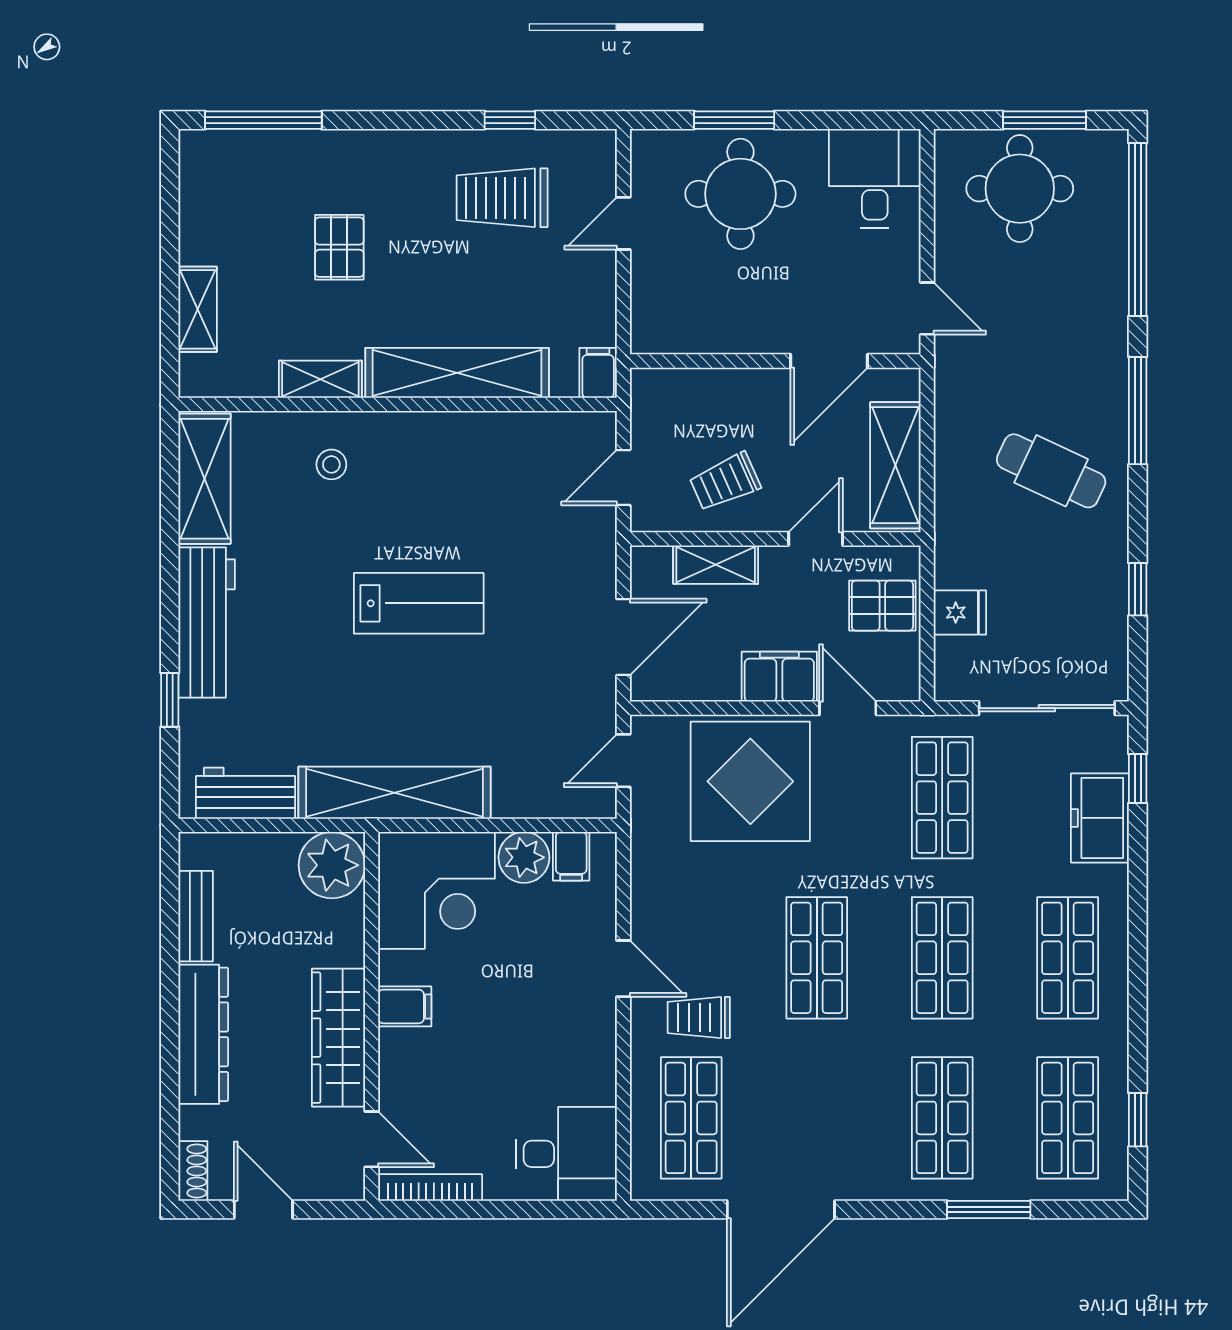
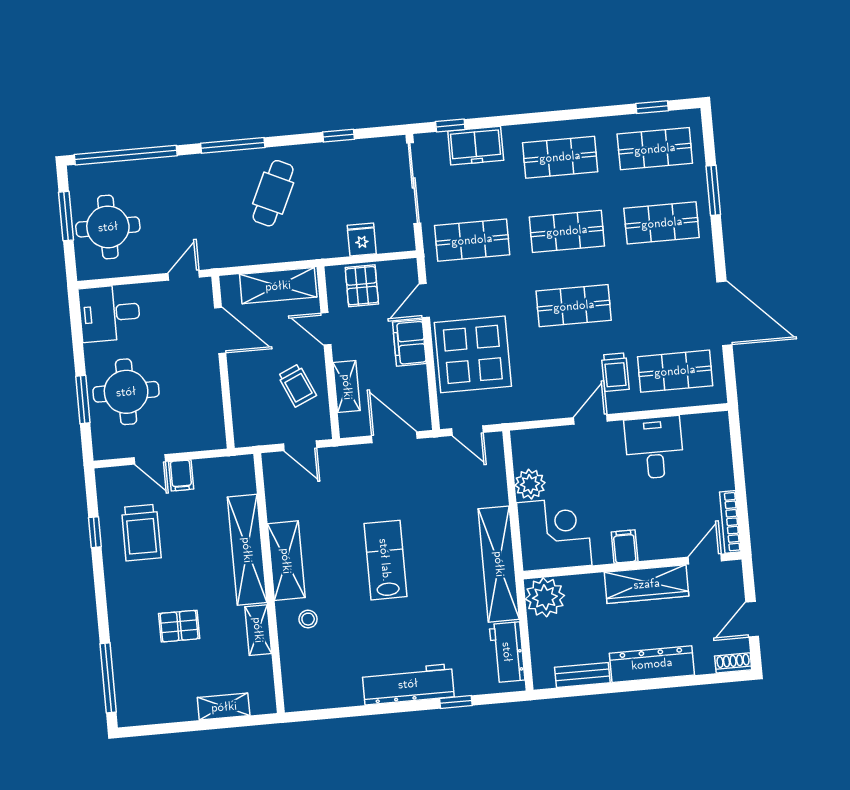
filing cabinet: (598, 373) -> (181, 475), moved, turned -90
shelving: (204, 479) -> (286, 561), moved, turned 90
filing cabinet: (571, 856) -> (527, 456), removed
desk: (566, 1154) -> (654, 448), moved

